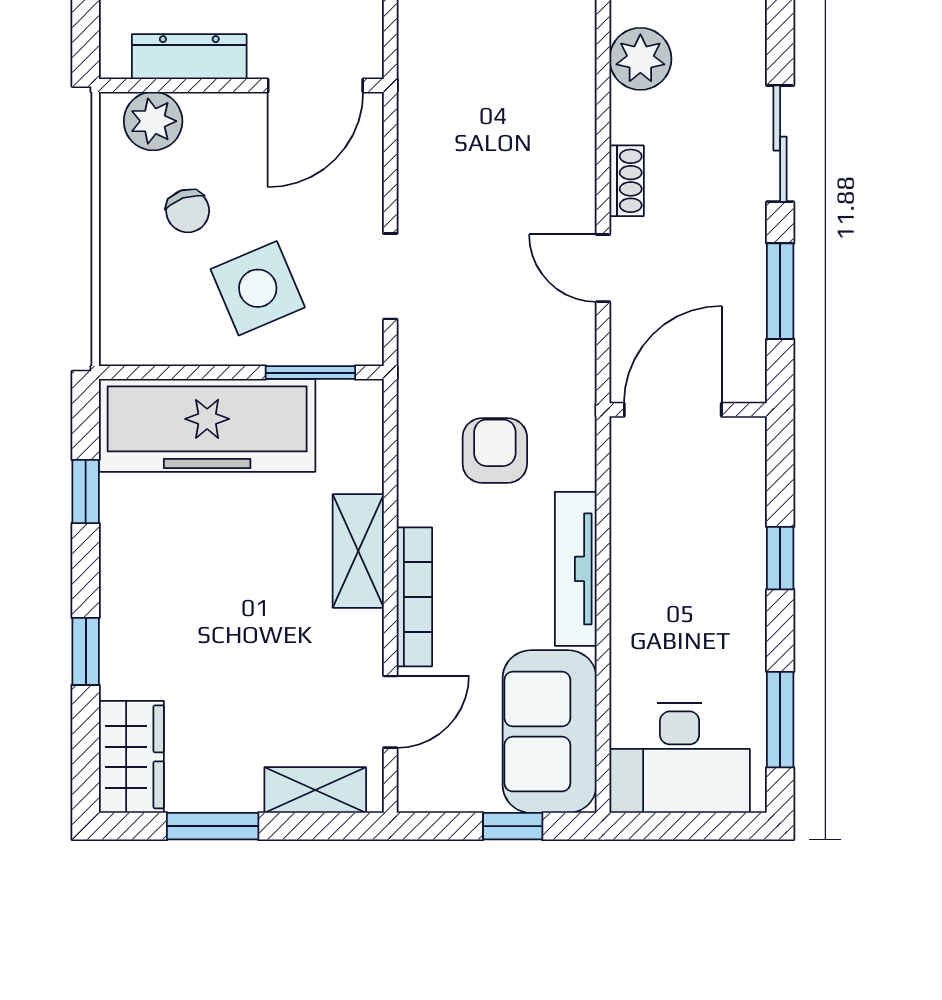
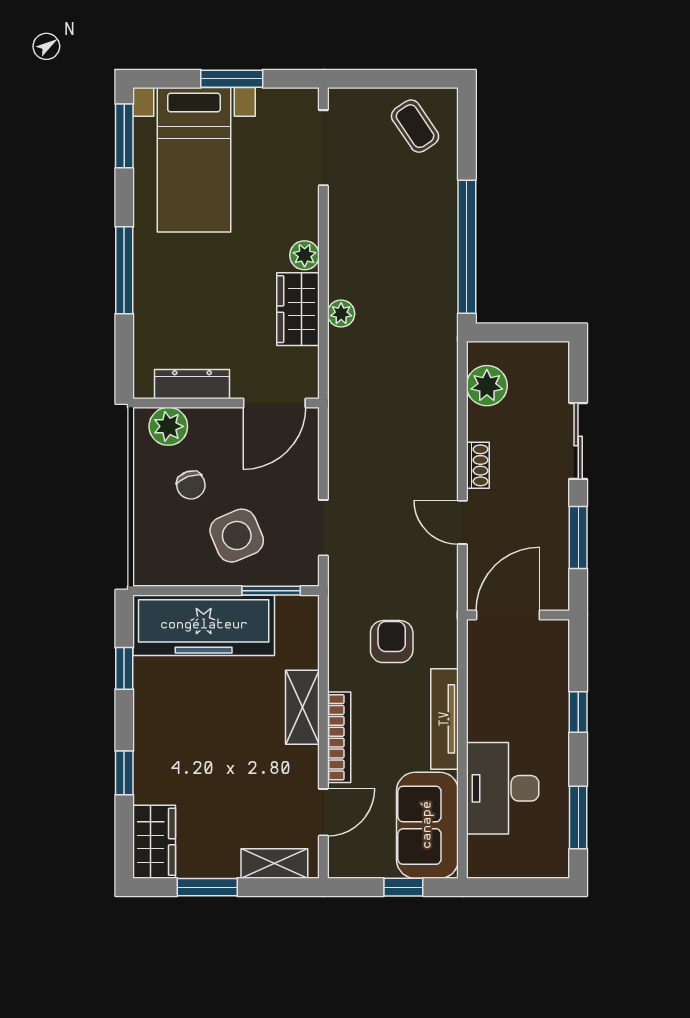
desk: (680, 758) -> (503, 788), moved, turned 90

